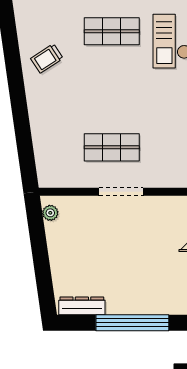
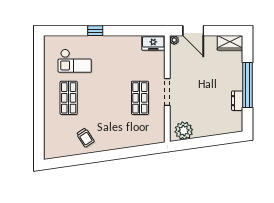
plant: (50, 213) -> (184, 131), width x1.88, depth x1.88
dresser: (82, 306) -> (237, 101), moved, width x0.70

